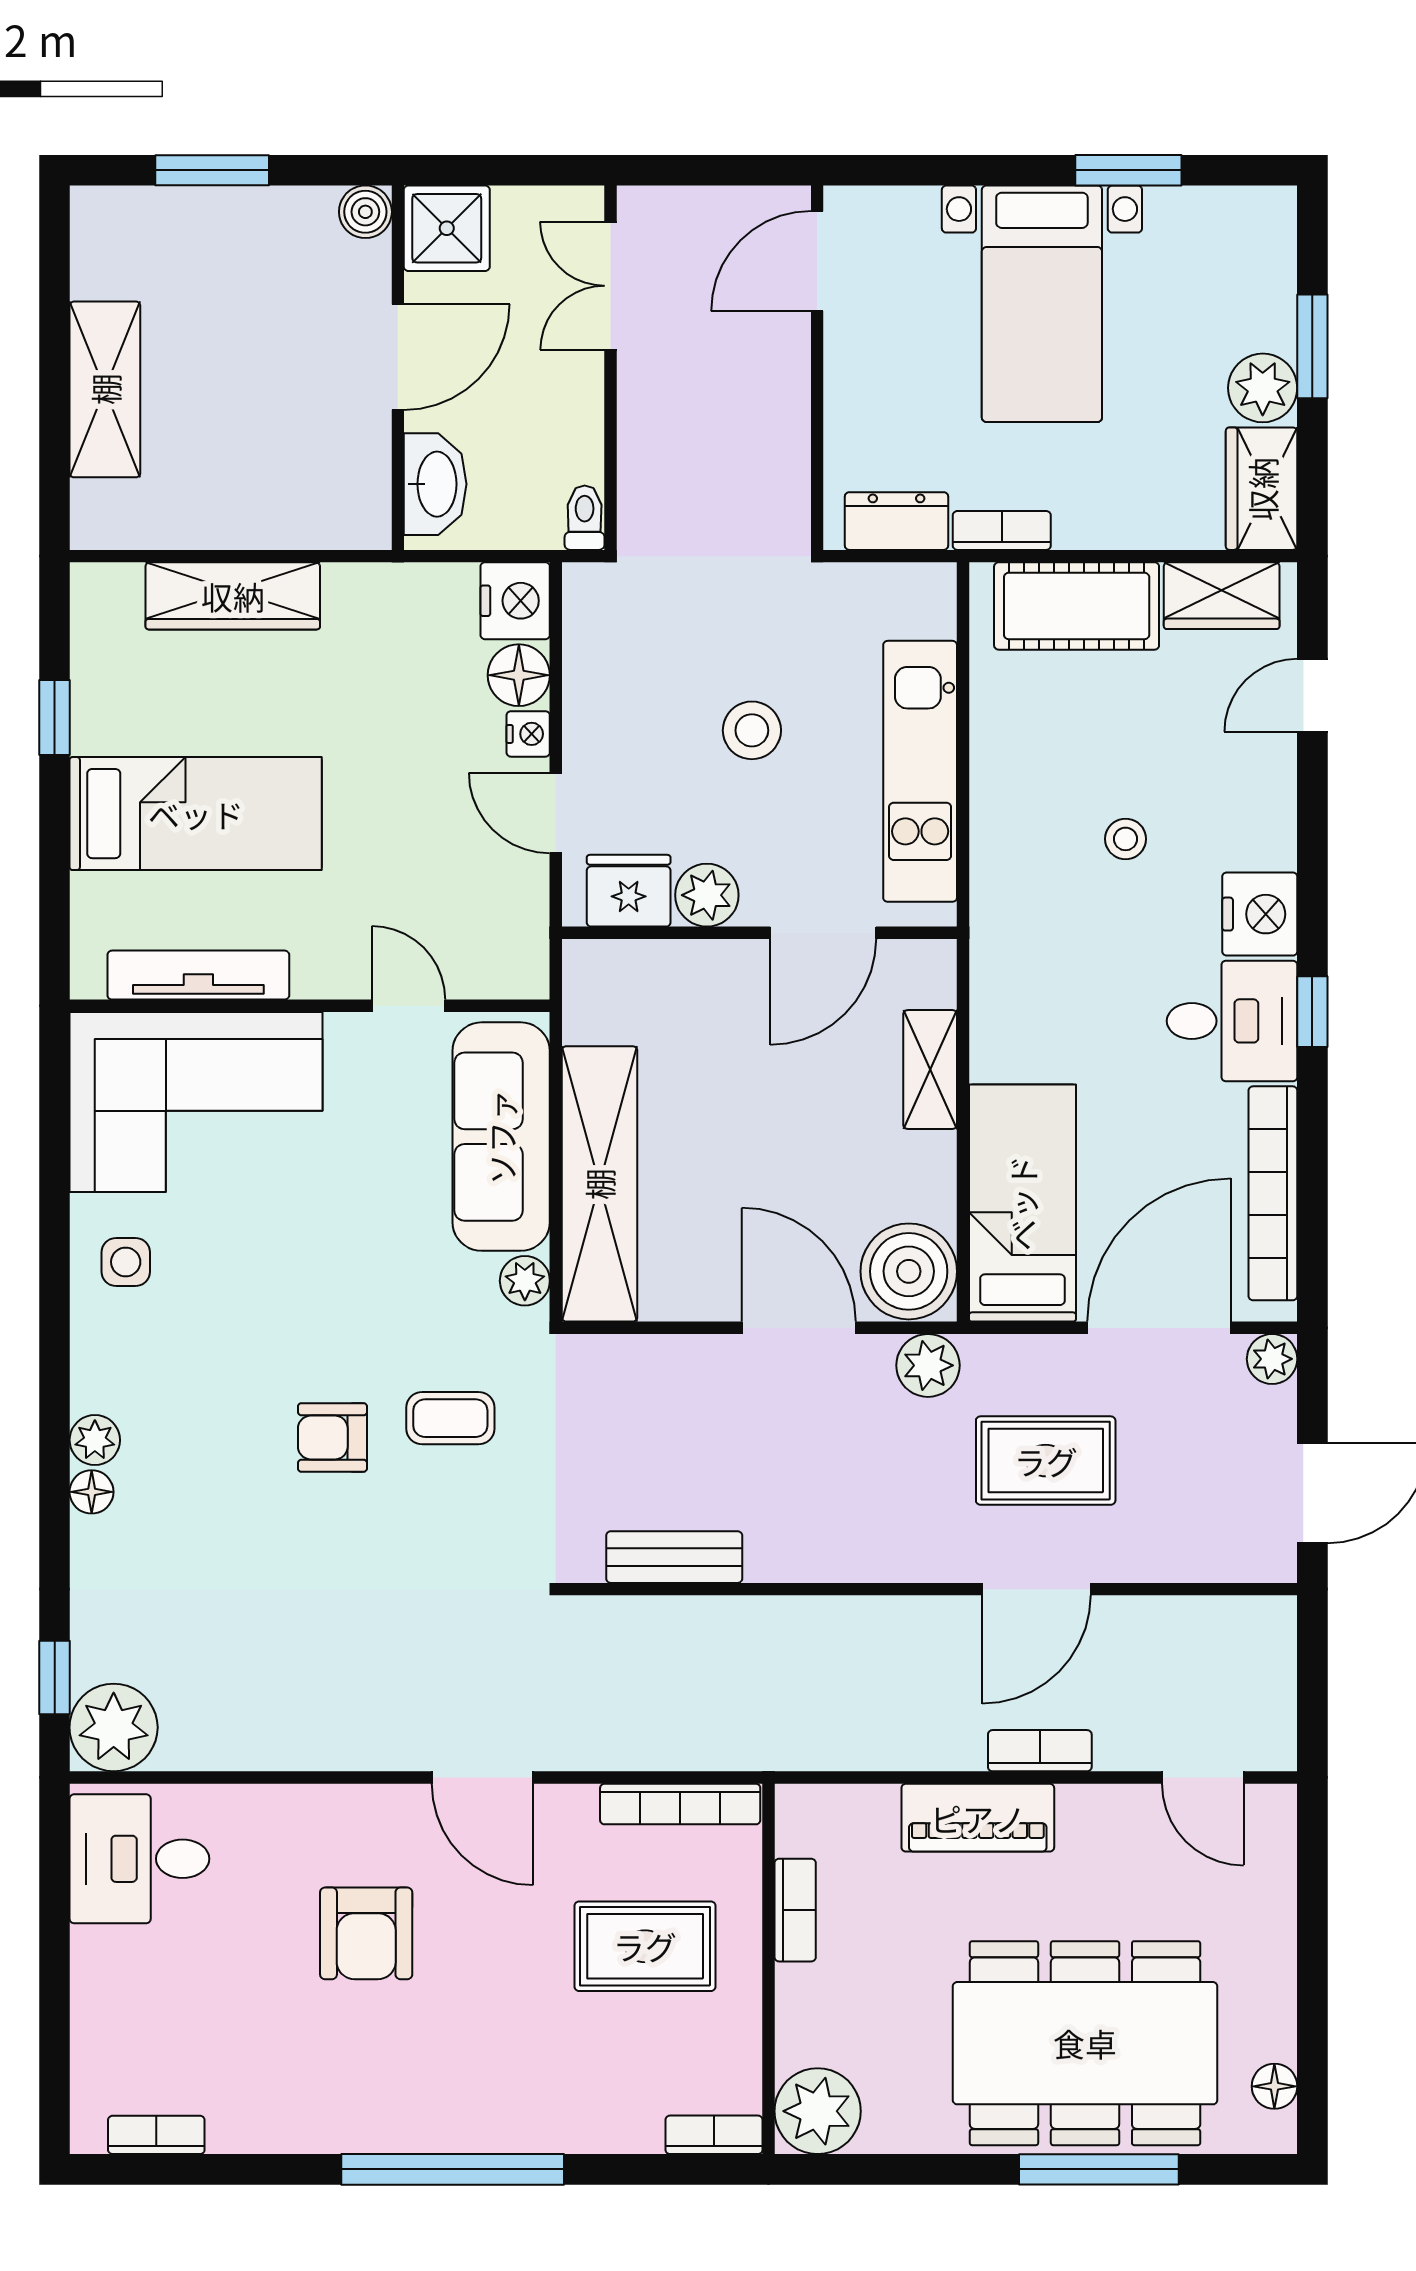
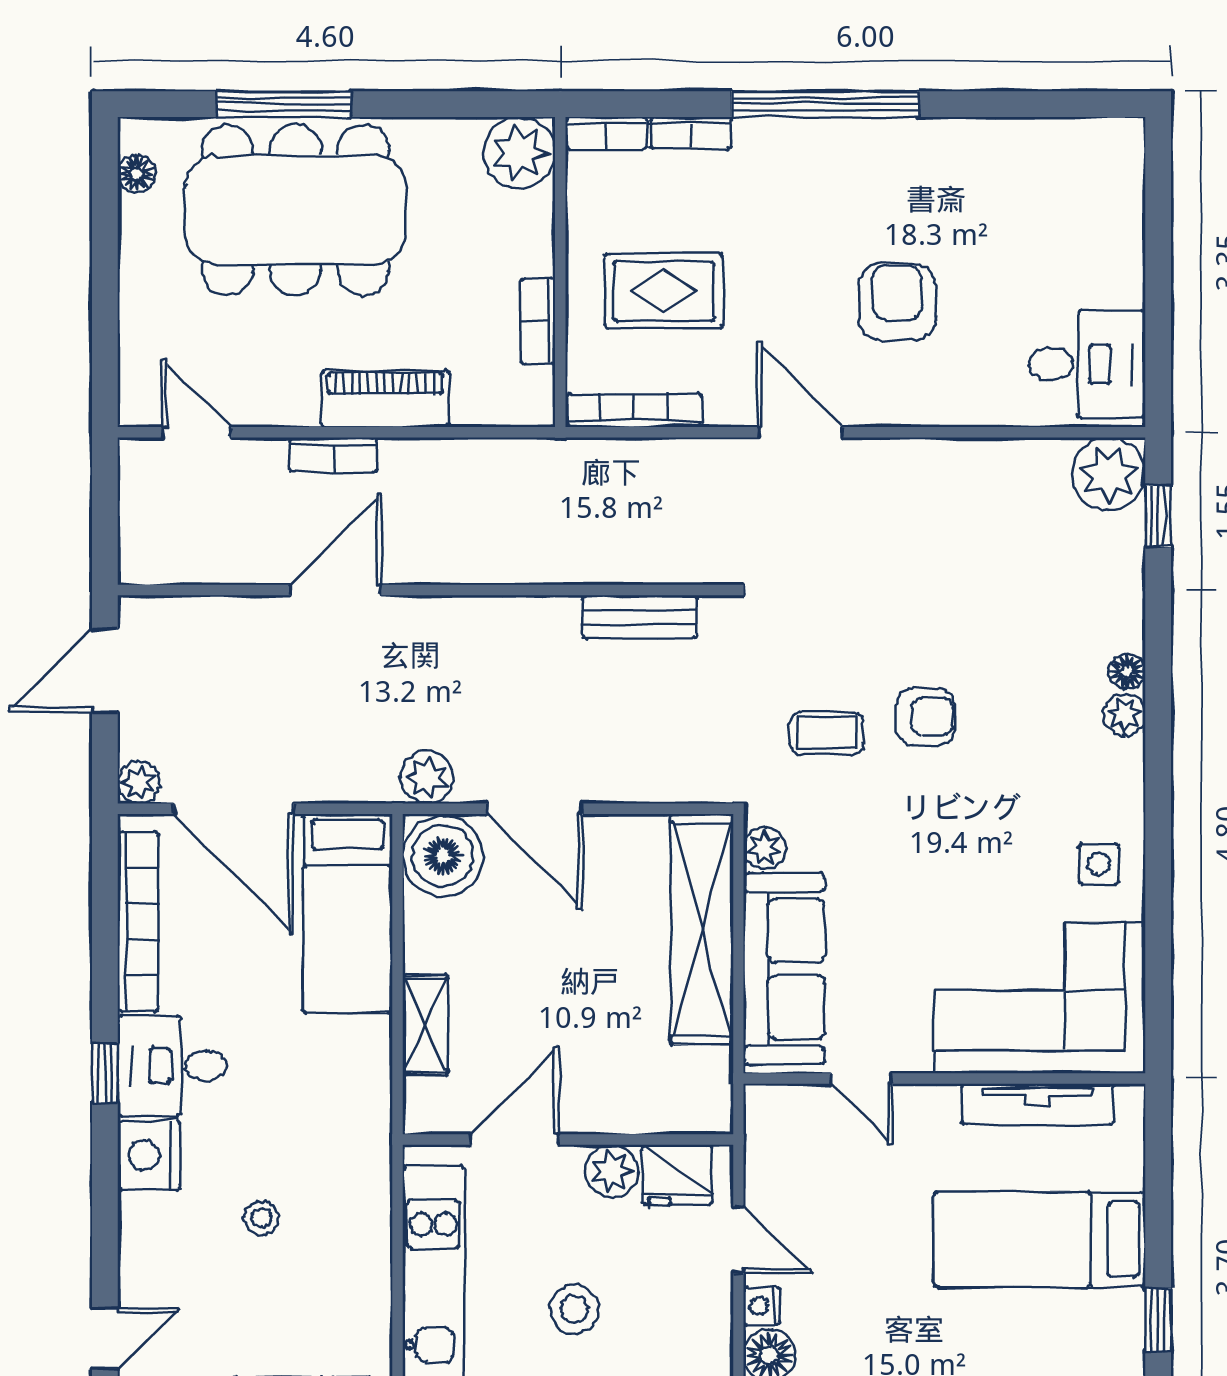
door: (1159, 1328) -> (233, 809), hinge flipped
rug: (1046, 1461) -> (328, 698), removed
bookcase: (156, 2135) -> (691, 133), moved

